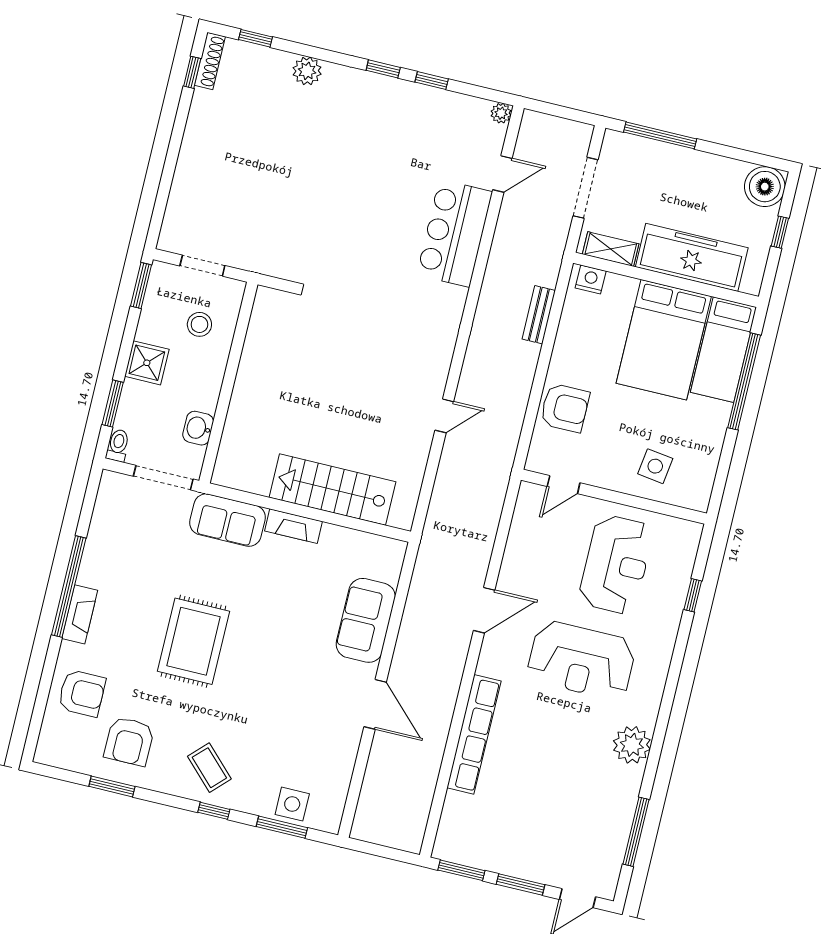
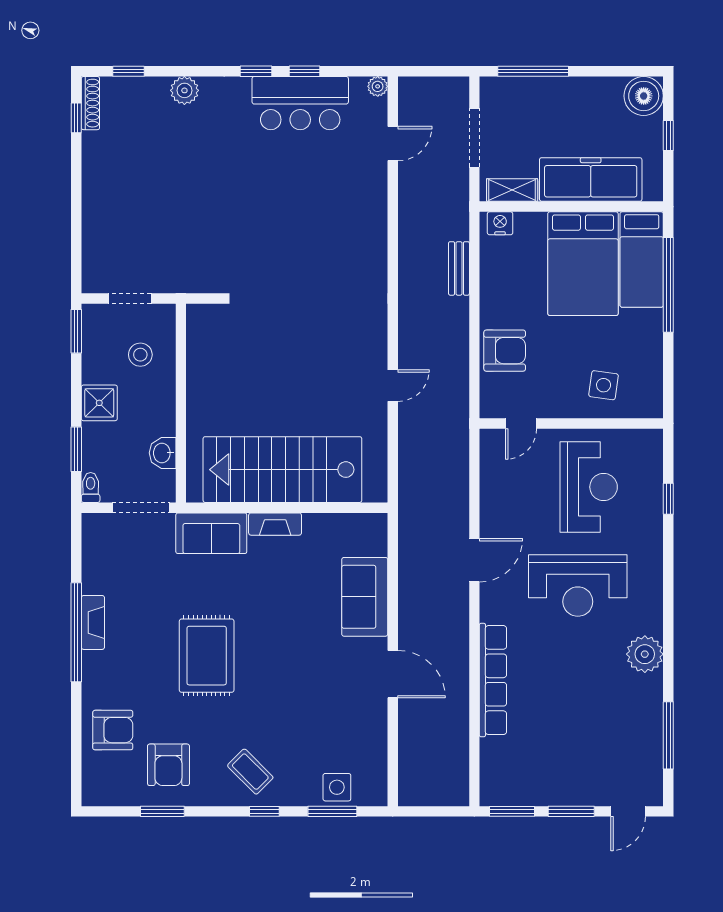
bar counter: (455, 233) -> (300, 103), moved, turned -90
stairs: (332, 490) -> (282, 470), width x1.36, depth x1.51
fireplace: (80, 614) -> (93, 622), moved

